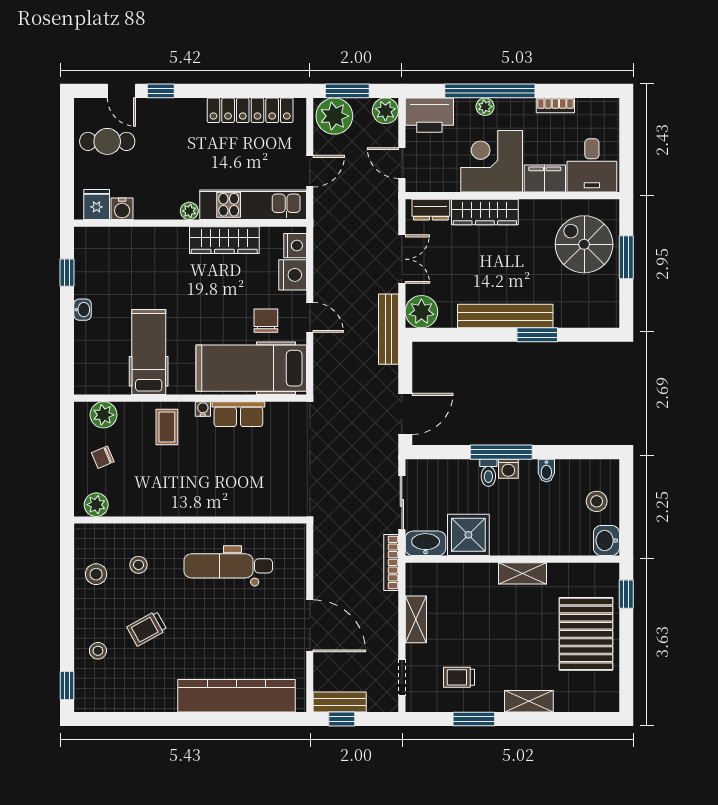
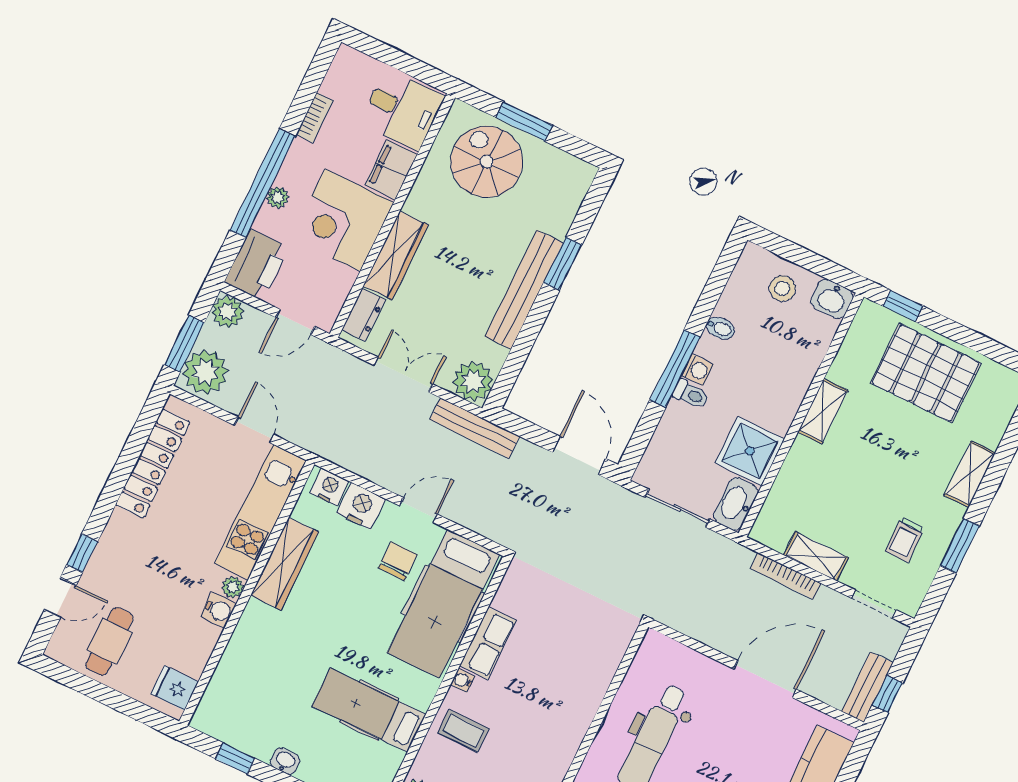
water cooler: (122, 209) -> (218, 610), moved
spiral stairs: (584, 244) -> (487, 162), turned 90
chair: (266, 321) -> (398, 561), turned 90
bookcase: (391, 562) -> (786, 576), moved

